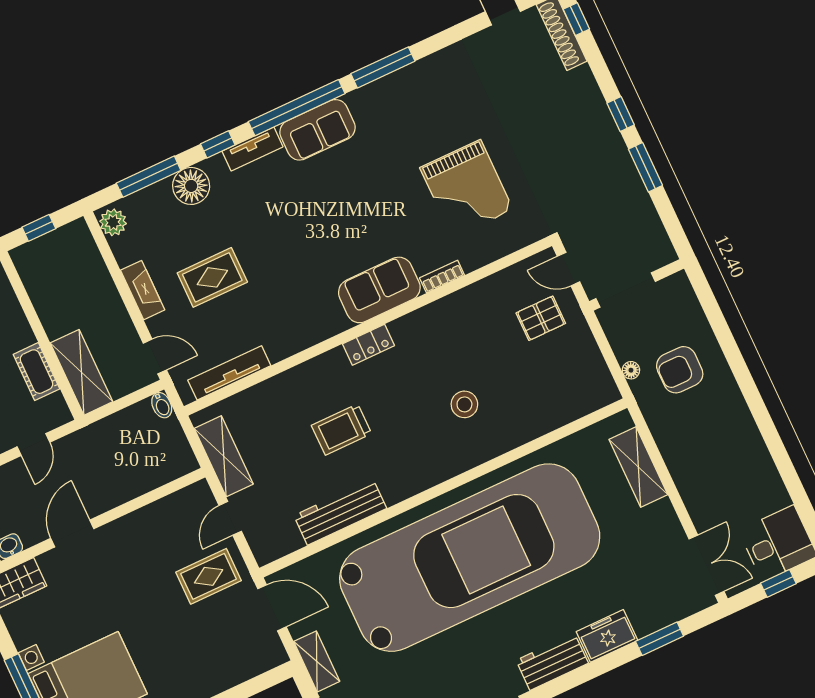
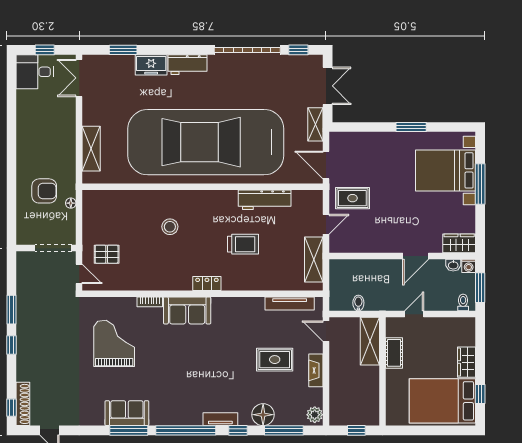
sofa: (318, 130) -> (127, 413), moved
bidet: (162, 405) -> (358, 303), moved

